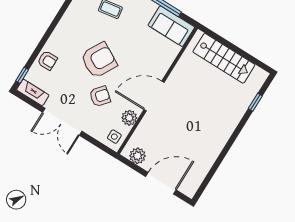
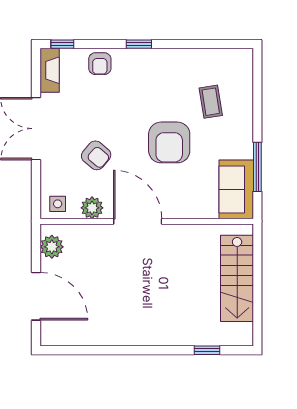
window: (50, 30) -> (139, 44), added
armchair: (99, 60) -> (169, 142), moved, turned 61

